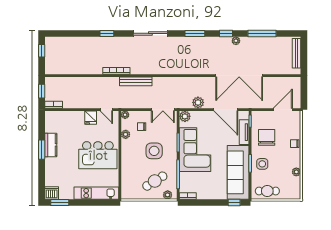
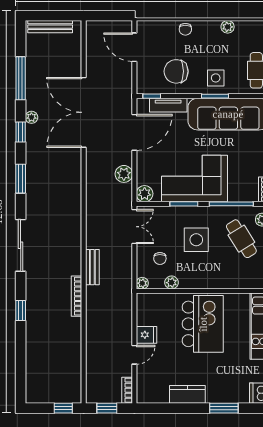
window: (42, 51) -> (63, 408), moved
double door: (239, 76) -> (84, 112), swing flipped
bench: (136, 81) -> (92, 267), width x0.73
door: (106, 110) -> (134, 355), moved
window: (42, 150) -> (224, 408), moved

